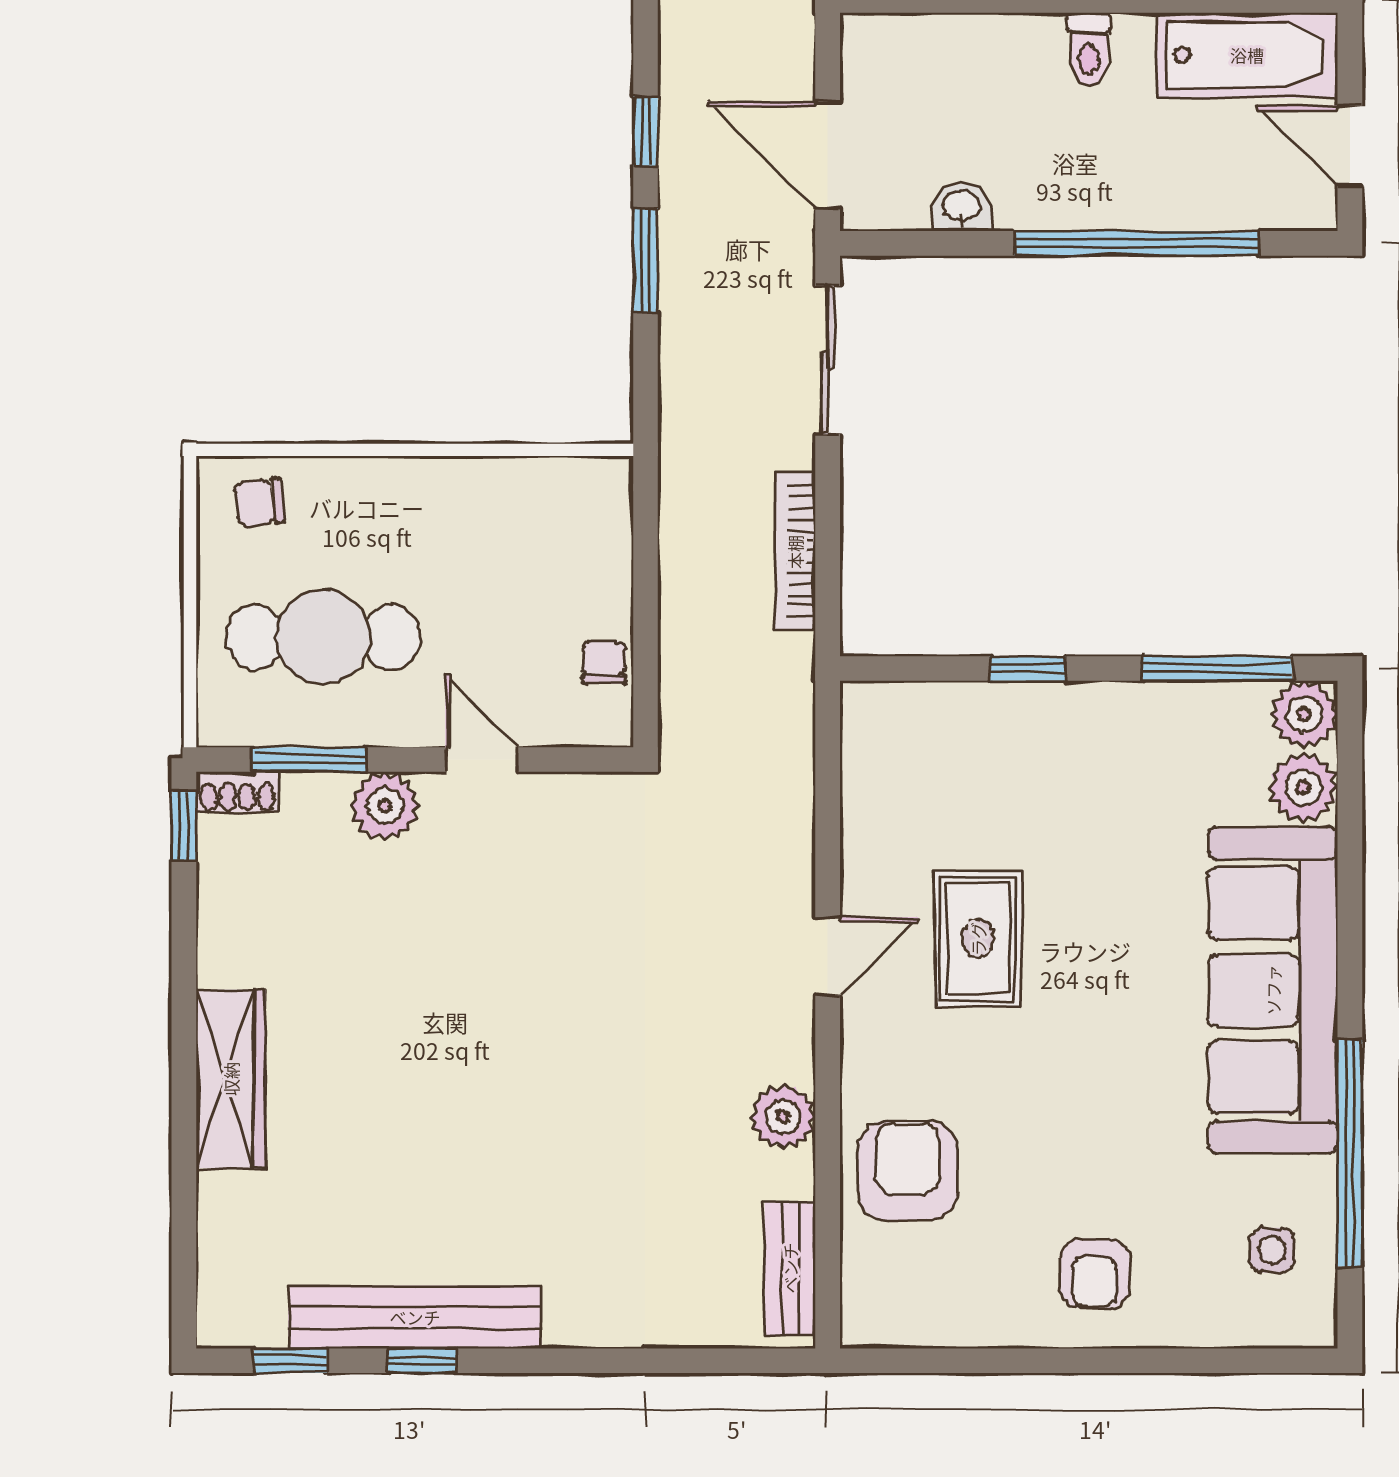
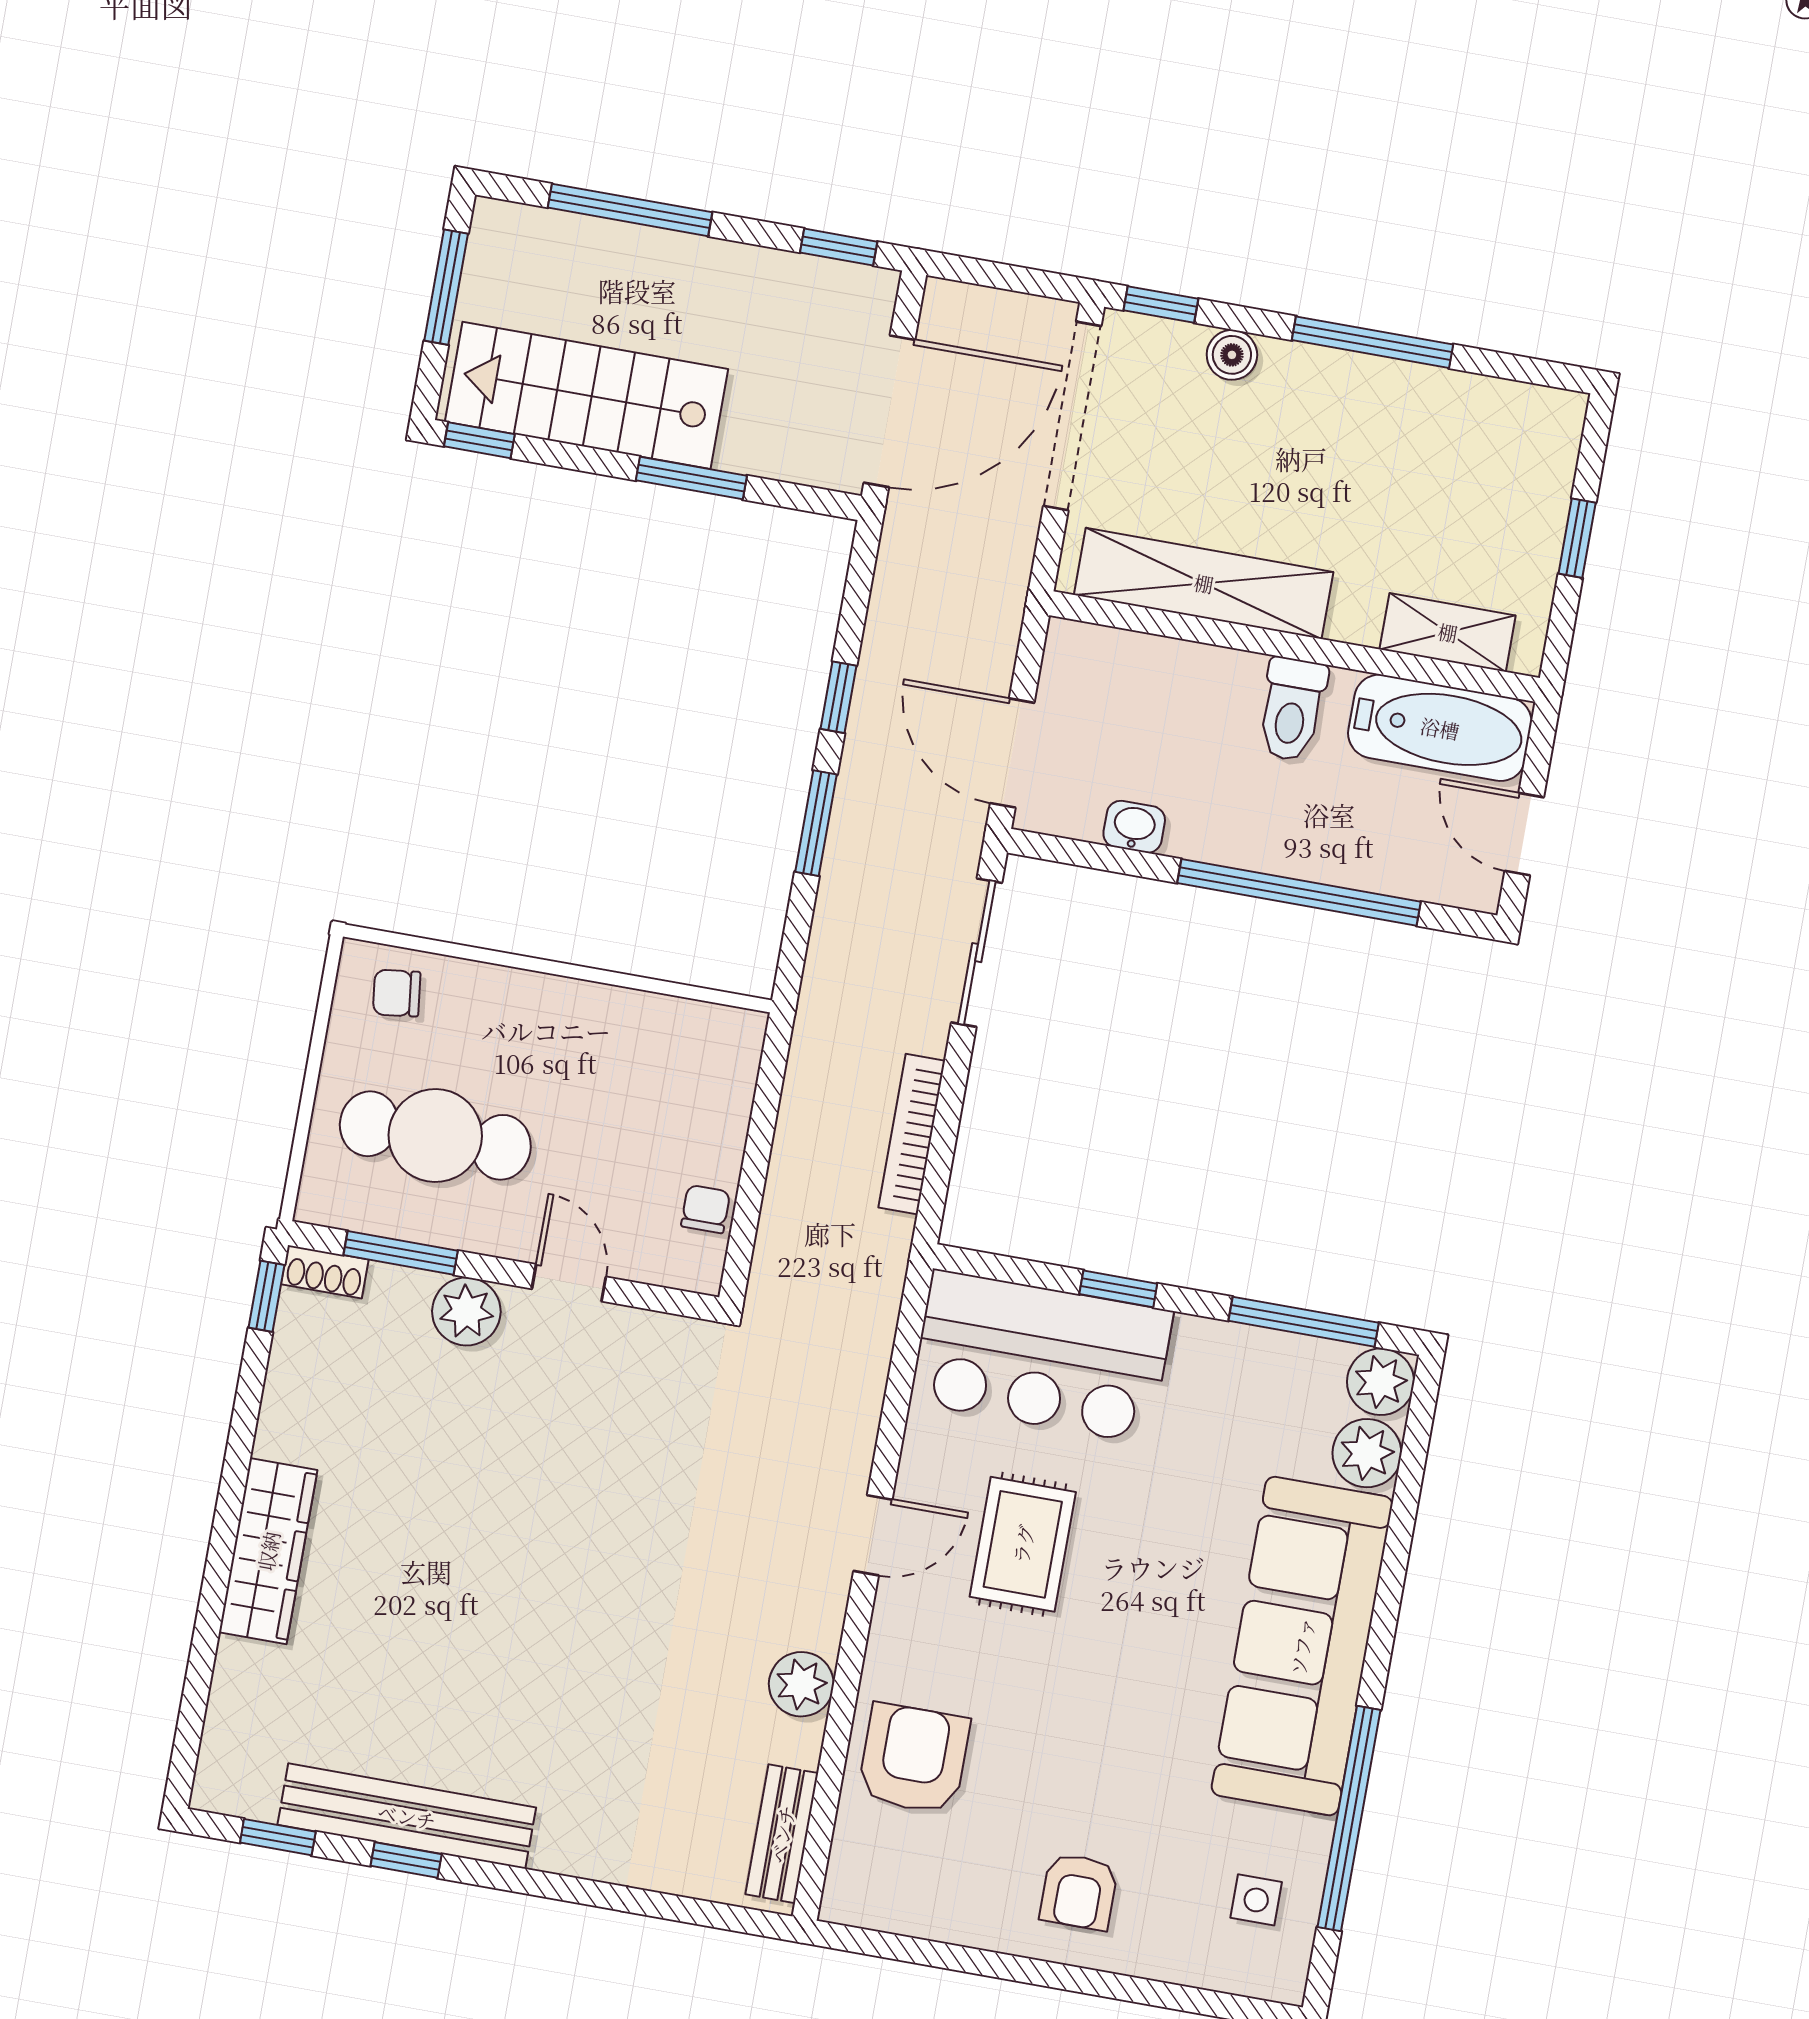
toilet: (1089, 49) -> (1292, 709), width x1.37, depth x1.39
bar counter: (963, 749) -> (1042, 1357), added

